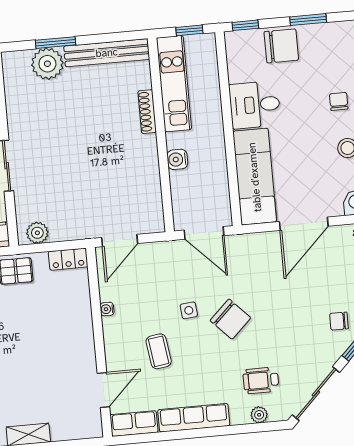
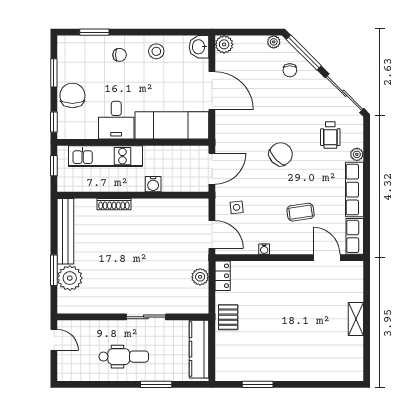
kitchen unit: (174, 84) -> (106, 156), moved, turned 180
chair: (339, 101) -> (120, 55), turned 180
plant: (37, 233) -> (200, 277), moved
side table: (189, 310) -> (237, 207), moved
plant: (259, 415) -> (357, 154), moved

